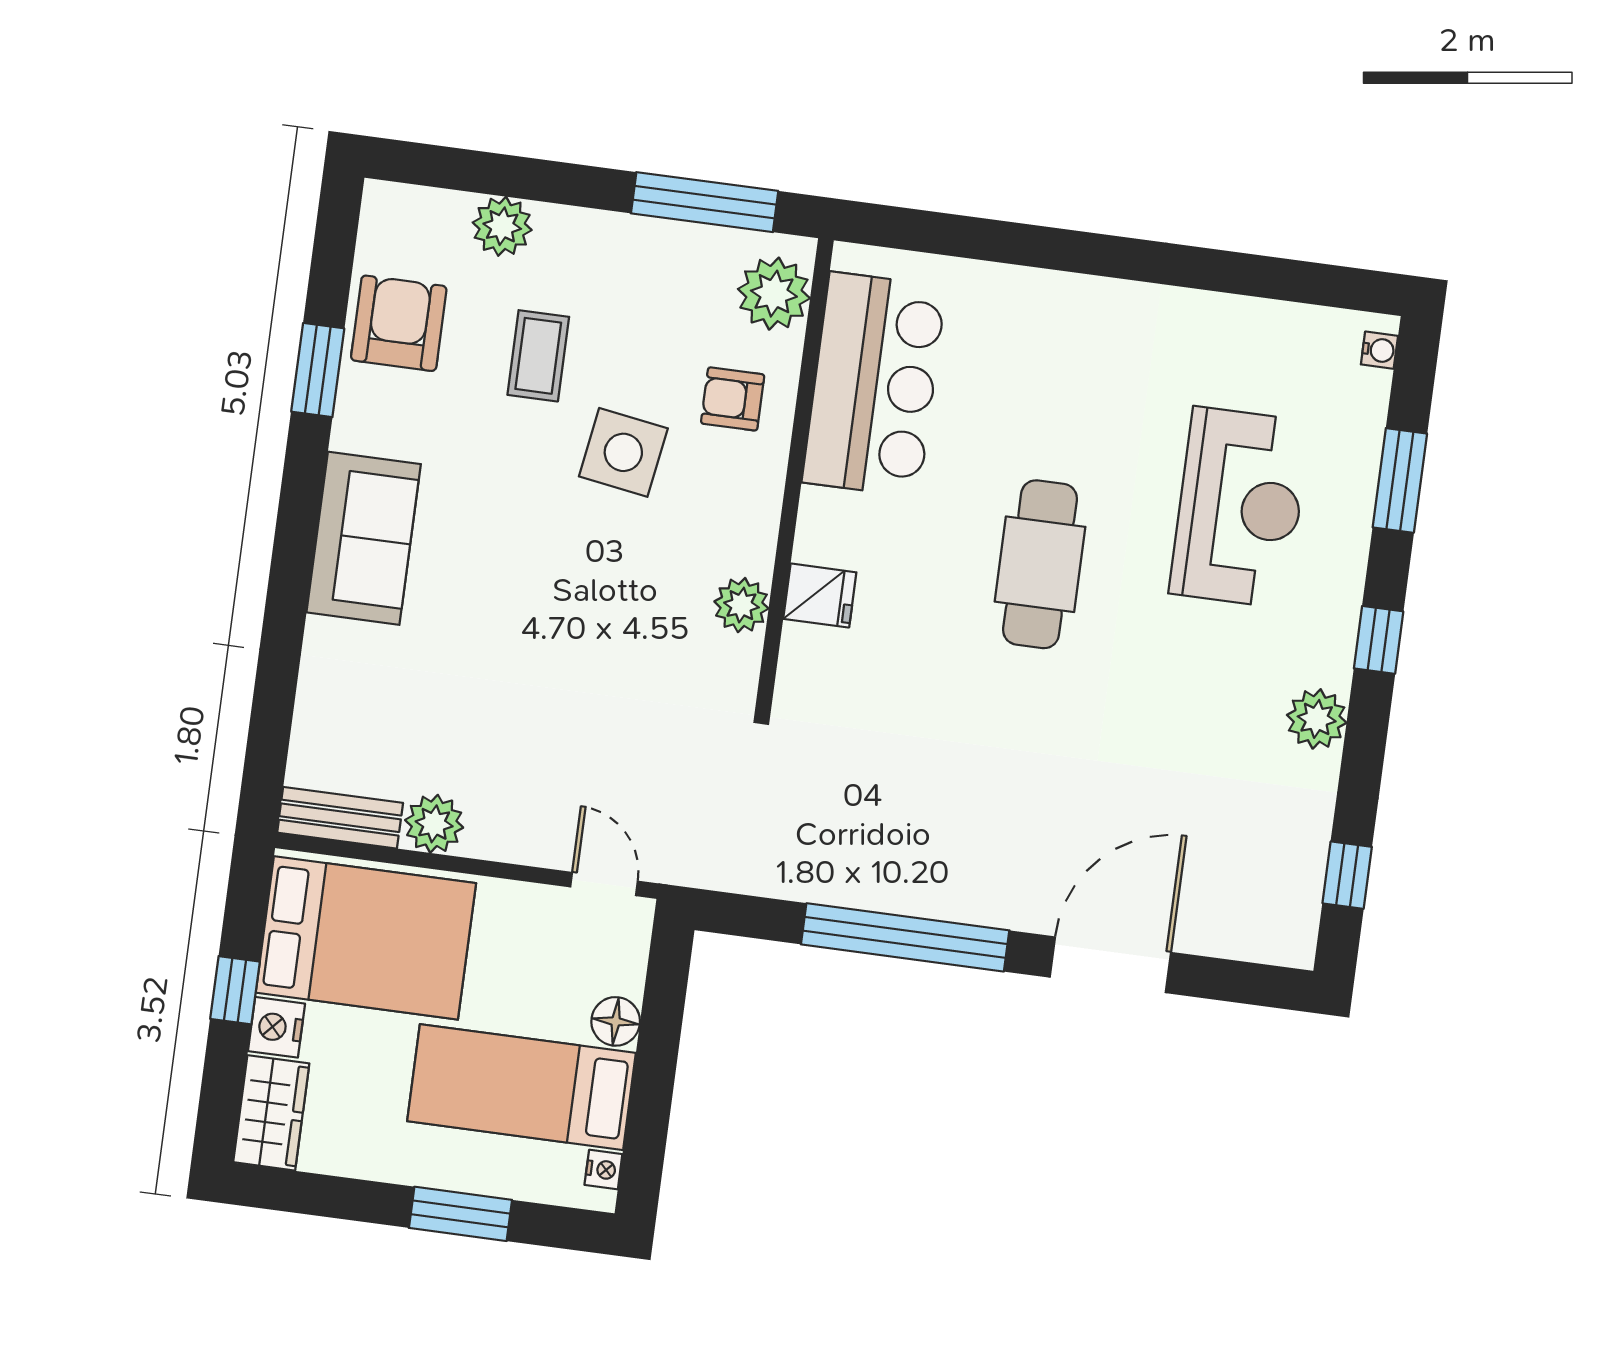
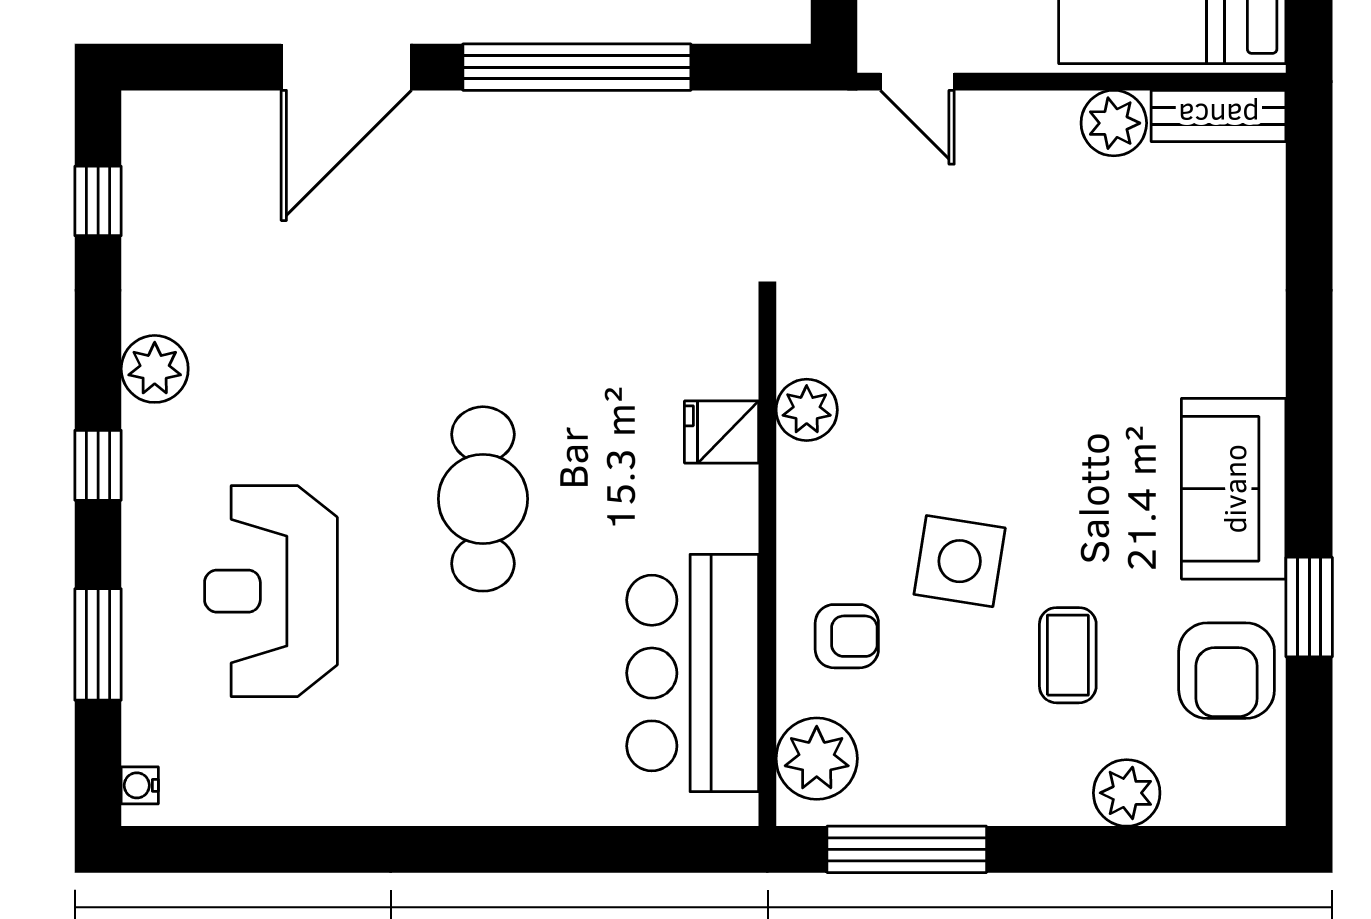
sofa: (364, 538) -> (1234, 489), moved

